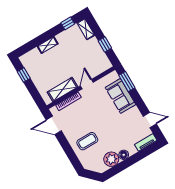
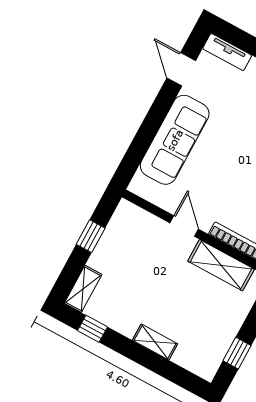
window: (127, 81) -> (135, 155), removed
door: (87, 84) -> (184, 226), swing flipped
sofa: (120, 96) -> (175, 140), width x1.36

